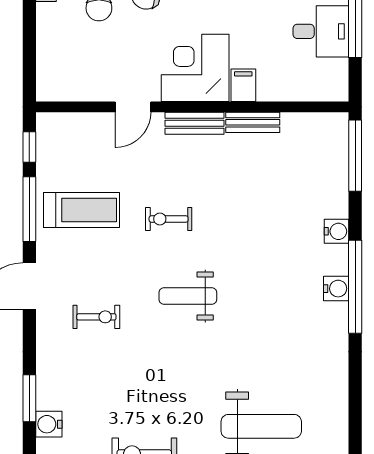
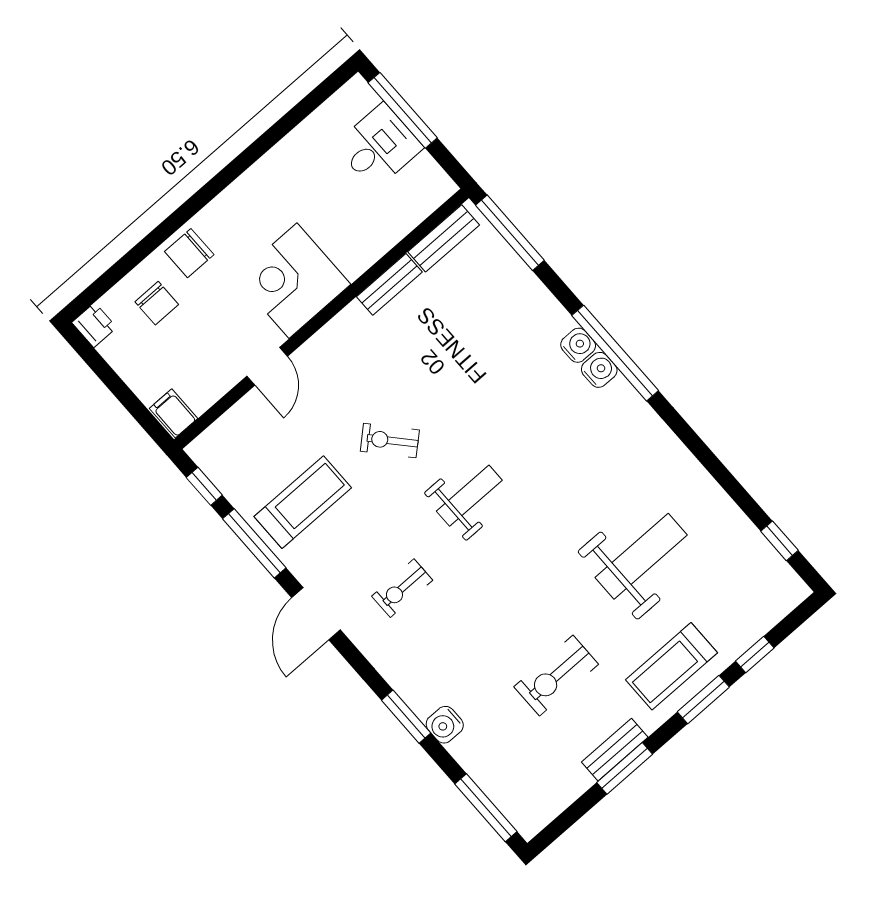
filing cabinet: (243, 85) -> (173, 413), moved
bench: (194, 123) -> (444, 238), moved
exercise bike: (169, 219) -> (390, 441), turned 48
water cooler: (336, 231) -> (578, 345), moved
weight bench: (188, 296) -> (469, 496), turned 180
exercise bike: (96, 317) -> (402, 588), turned 180

